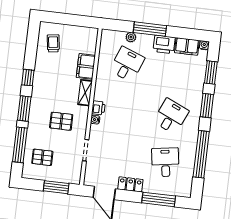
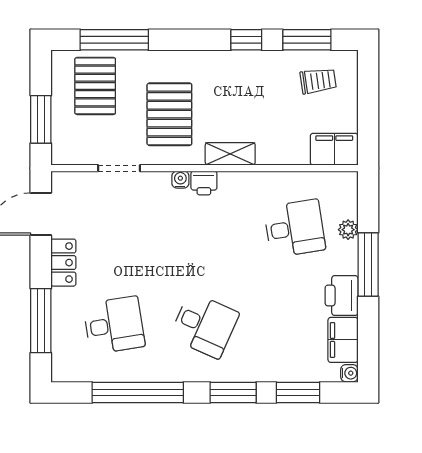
desk: (127, 64) -> (295, 228), turned -30
filing cabinet: (86, 66) -> (334, 149), moved
window: (24, 109) -> (307, 40), moved
pallet: (61, 121) -> (169, 114), width x1.50, depth x1.42
pallet: (42, 157) -> (95, 86), width x1.50, depth x1.42

